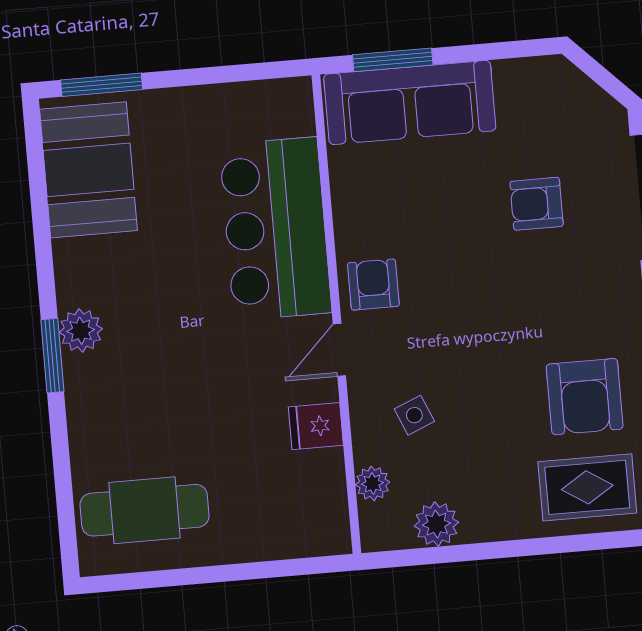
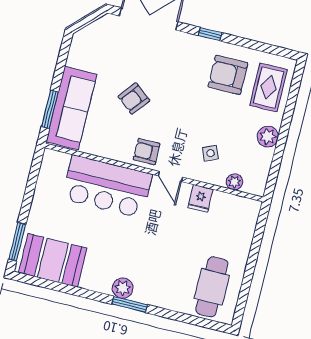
armchair: (537, 204) -> (134, 98), moved, turned 39
armchair: (585, 397) -> (228, 75), turned 180
plant: (436, 524) -> (268, 137), moved

